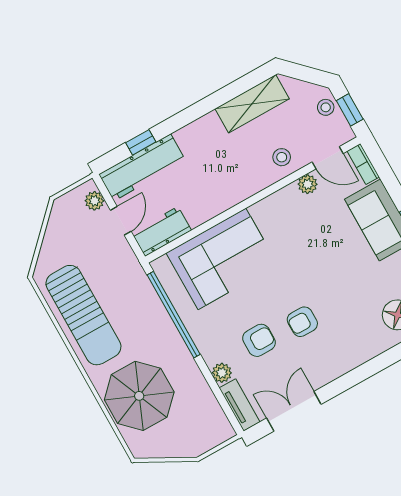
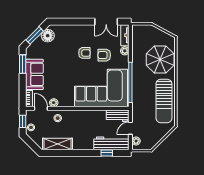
corner sofa: (222, 259) -> (101, 88), width x1.36, depth x1.36
sun lounger: (83, 315) -> (164, 101), turned 180

